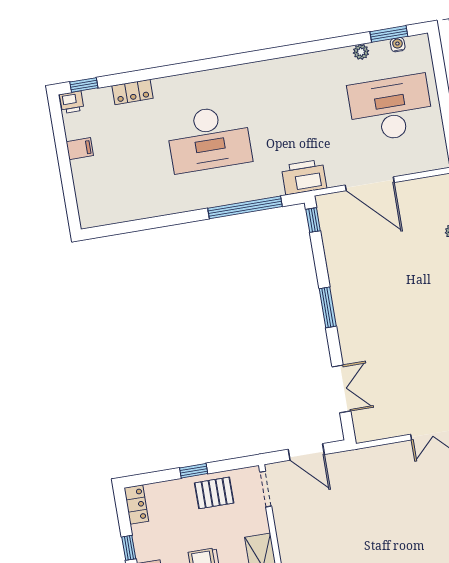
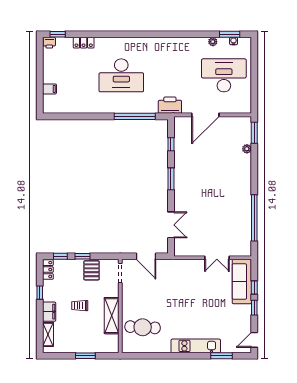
filing cabinet: (80, 149) -> (49, 89), moved
door: (370, 184) -> (205, 115), hinge flipped
window: (313, 220) -> (171, 144), moved
window: (155, 477) -> (60, 256), added
pallet: (214, 493) -> (92, 270), turned 90

